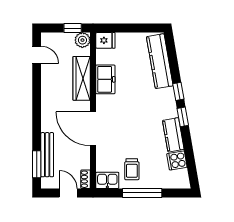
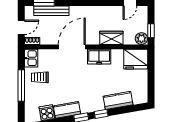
fridge: (105, 40) -> (136, 59), width x1.88, depth x1.34
kitchen counter: (160, 61) -> (118, 100), width x0.67
wardrobe: (82, 78) -> (111, 38), width x0.67
freezer: (105, 79) -> (99, 57), moved

